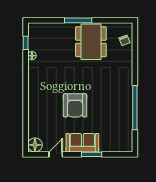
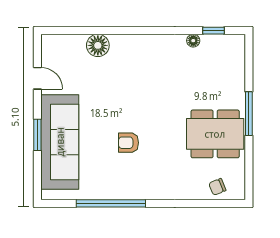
armchair: (75, 105) -> (128, 143), moved, width x0.53, depth x0.53
sofa: (82, 143) -> (60, 142), width x1.85, depth x1.27
floor lamp: (35, 145) -> (98, 45), moved

